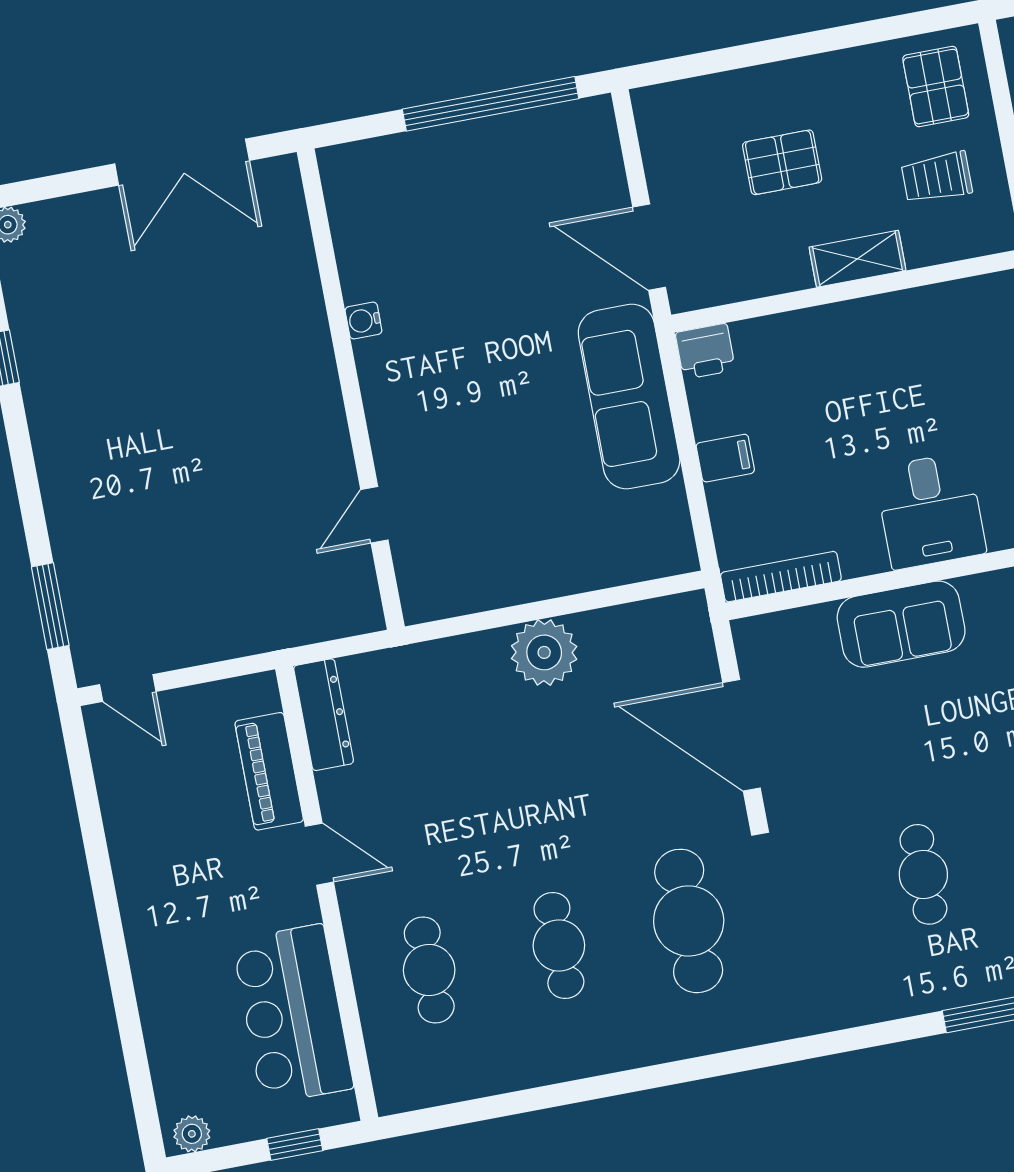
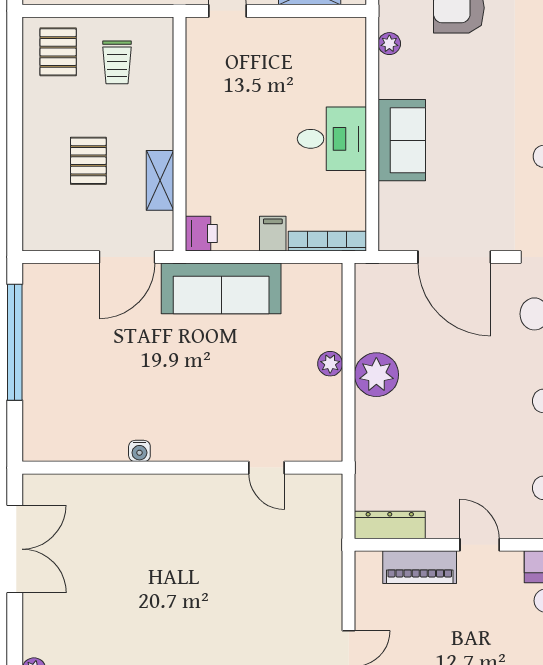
pallet: (936, 87) -> (58, 52), turned 90
shelving: (858, 259) -> (160, 180), moved
desk: (930, 511) -> (332, 139), moved
bookcase: (781, 577) -> (327, 241), moved, turned 90
plant: (547, 580) -> (330, 364), added
door: (741, 735) -> (454, 257), hinge flipped
door: (319, 854) -> (480, 545), hinge flipped

